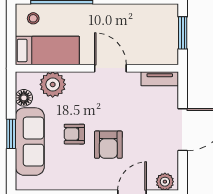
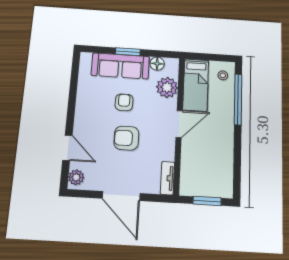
door: (110, 68) -> (179, 124), moved
armchair: (108, 145) -> (126, 138), moved

